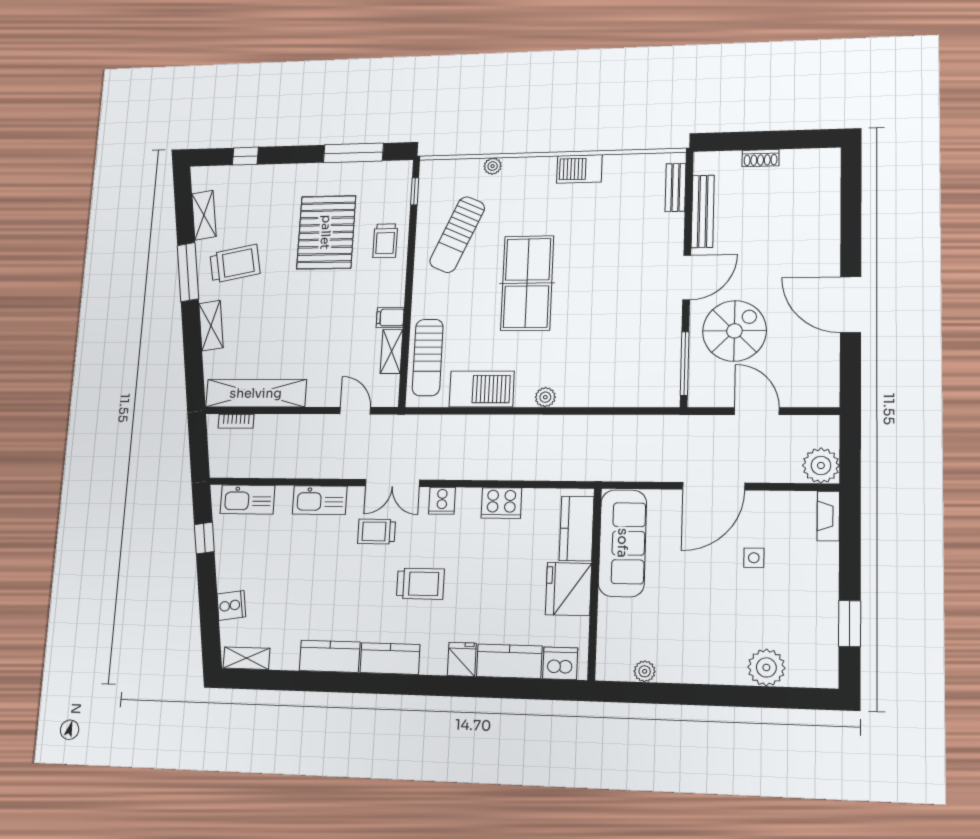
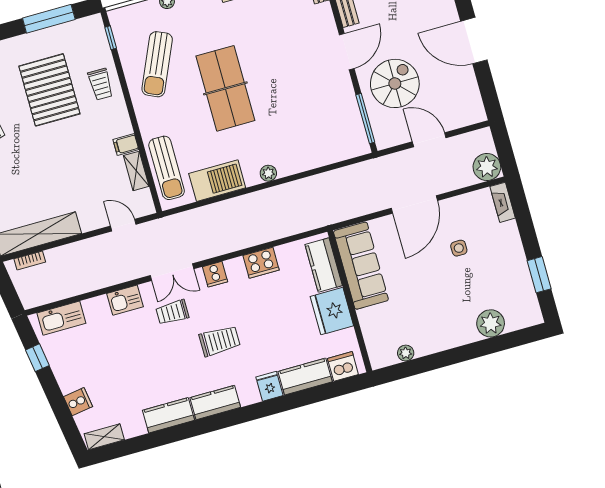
kitchen sink: (320, 500) -> (125, 300), width x0.73

